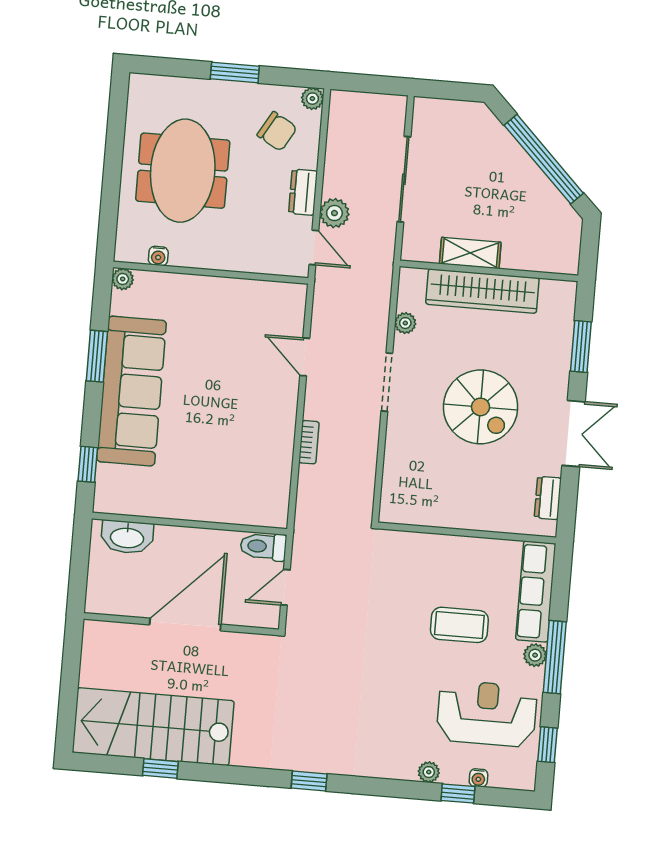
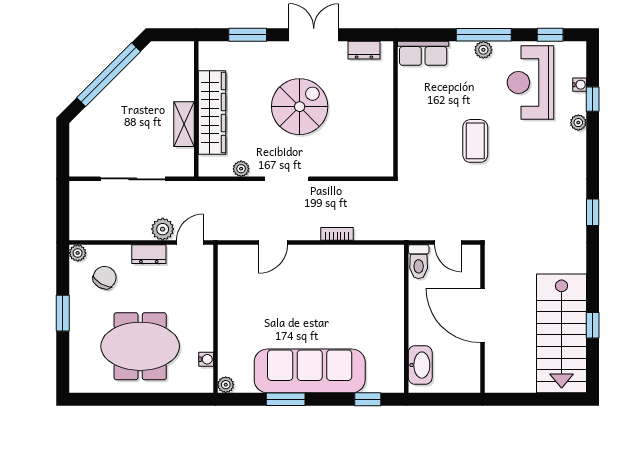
row of seats: (536, 592) -> (423, 53), width x0.68
coffee table: (459, 625) -> (475, 141), moved

